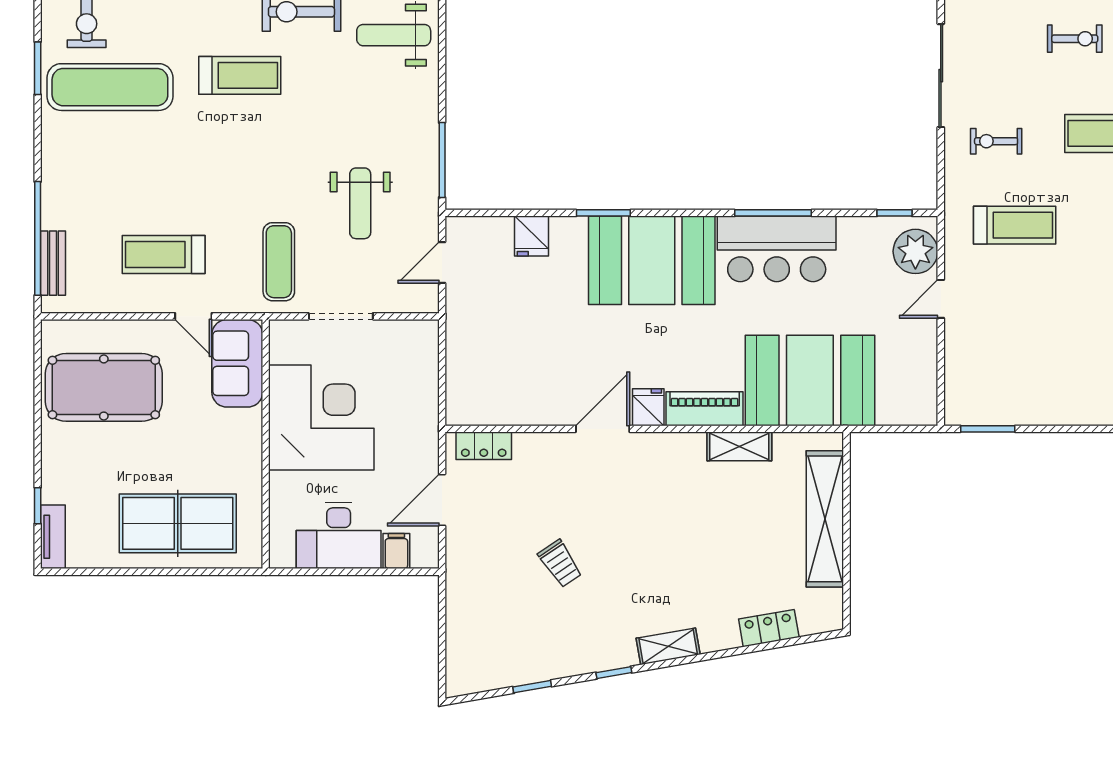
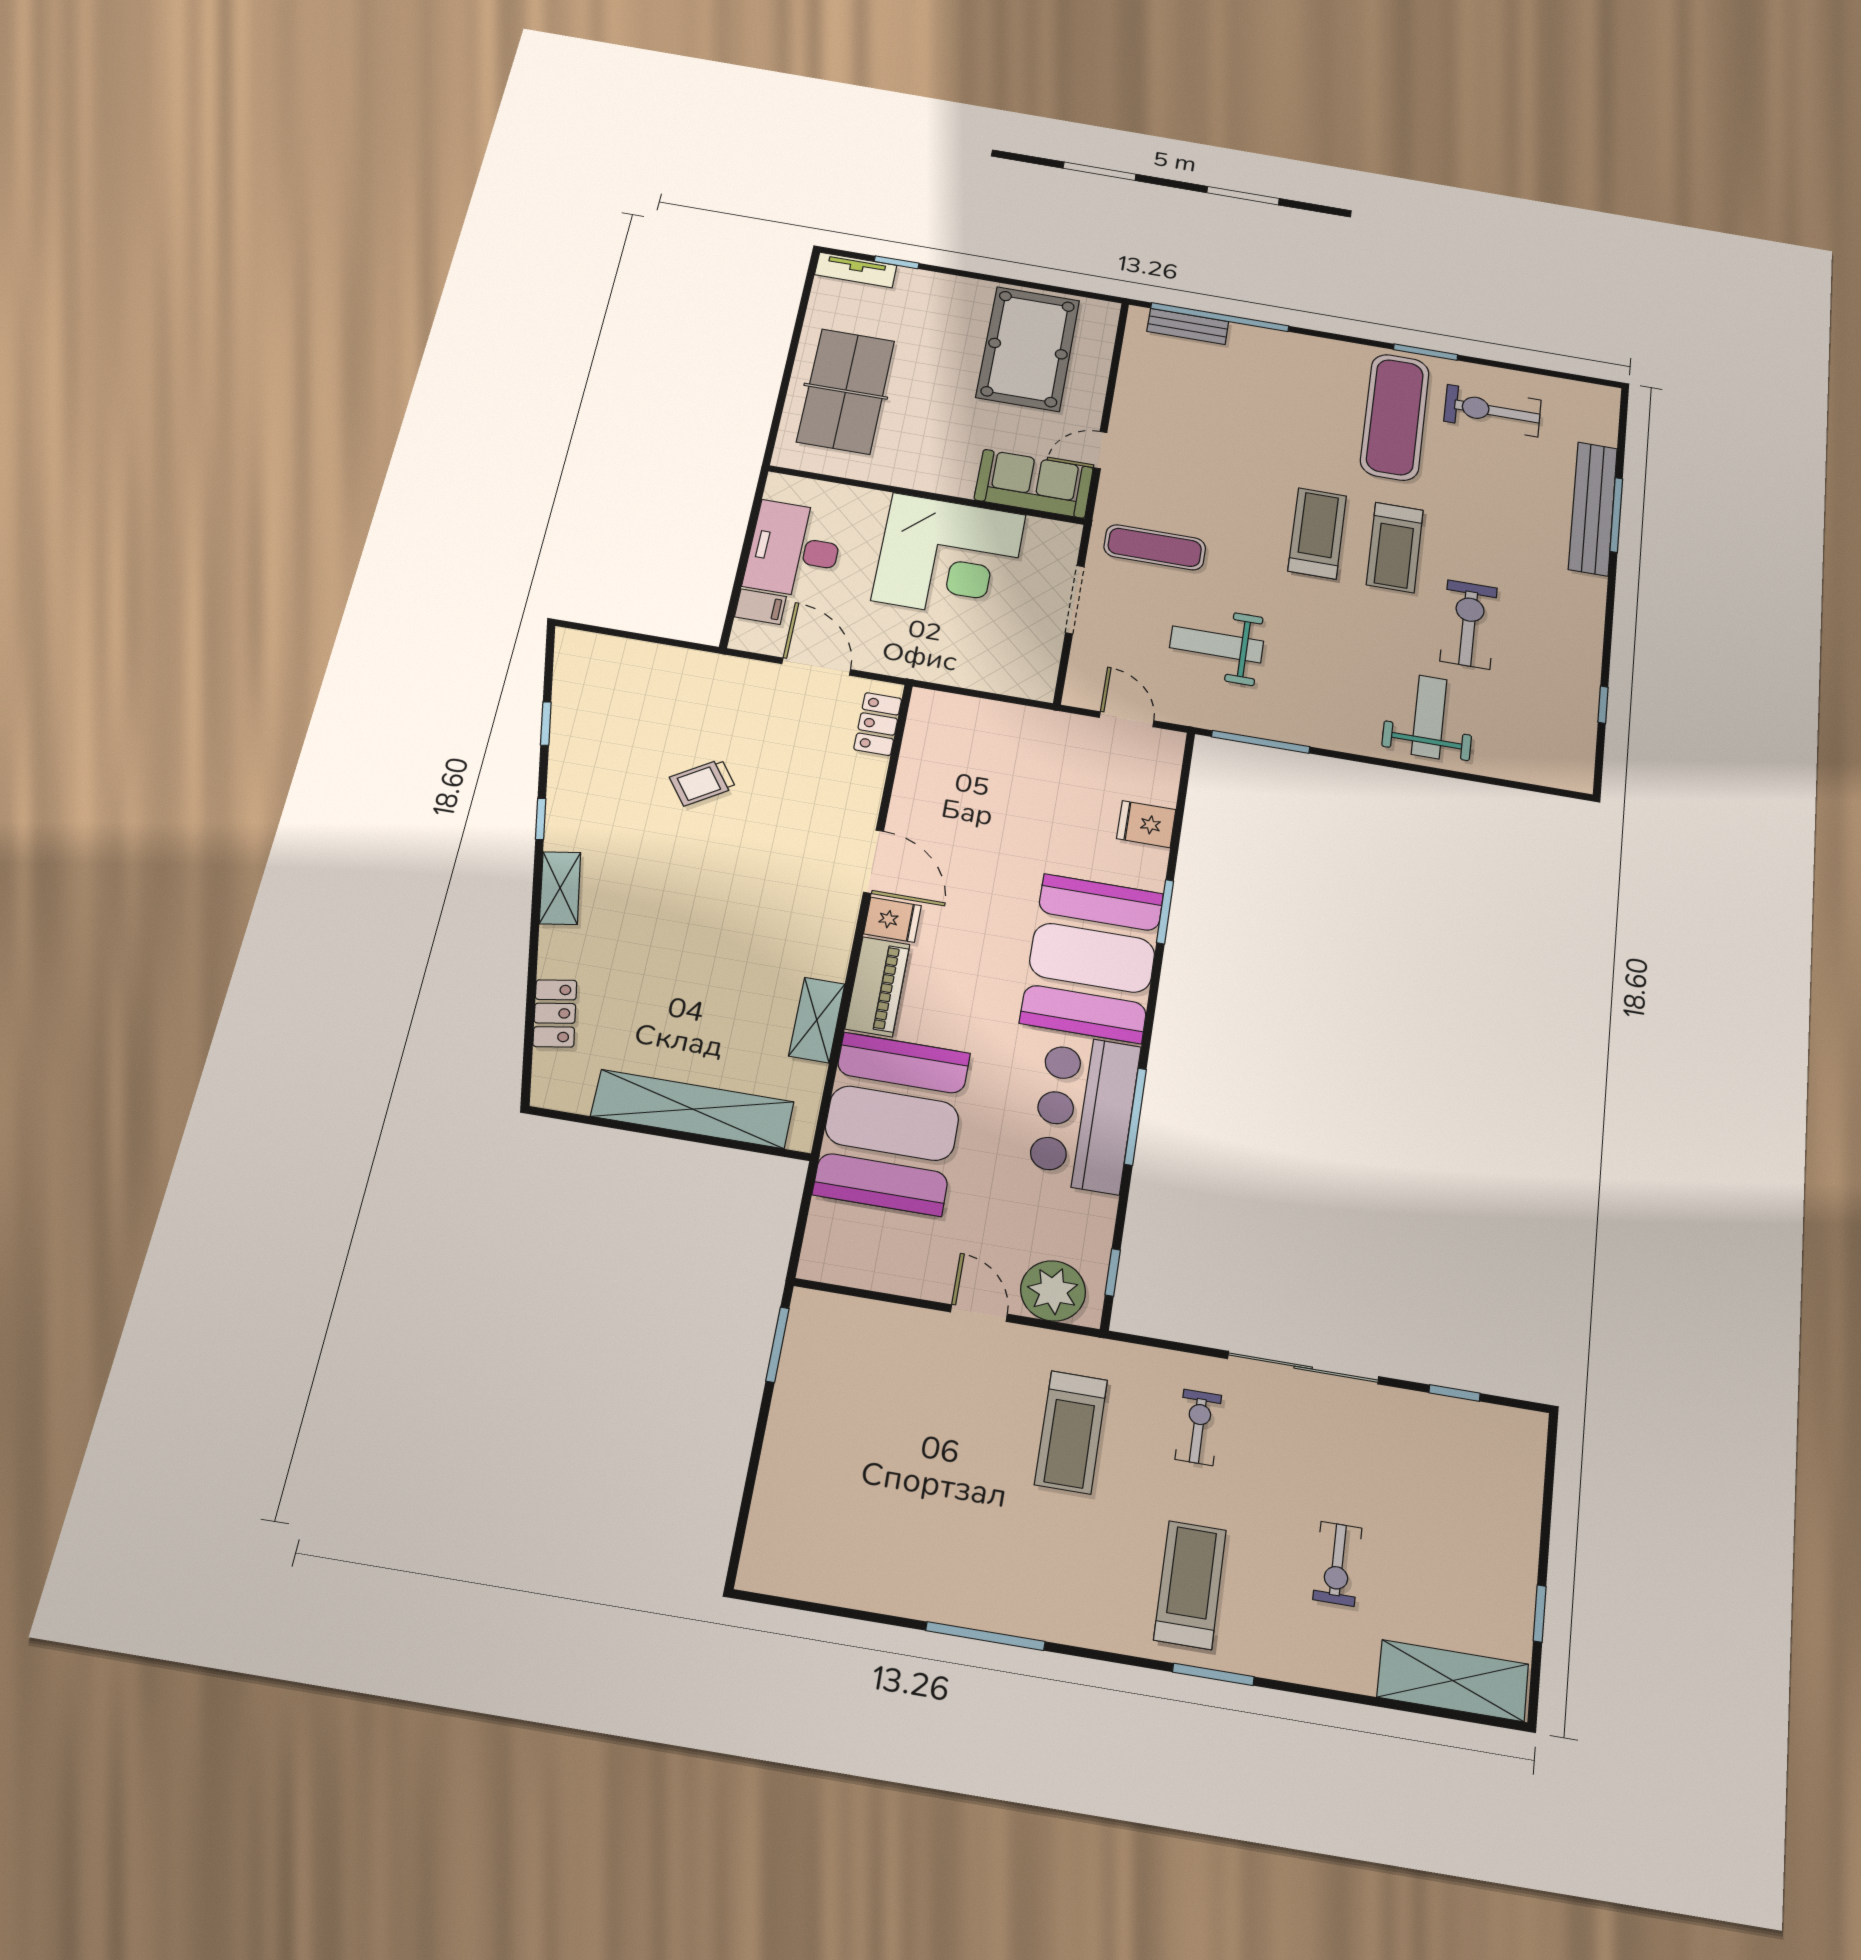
treadmill: (164, 254) -> (1317, 533), moved

